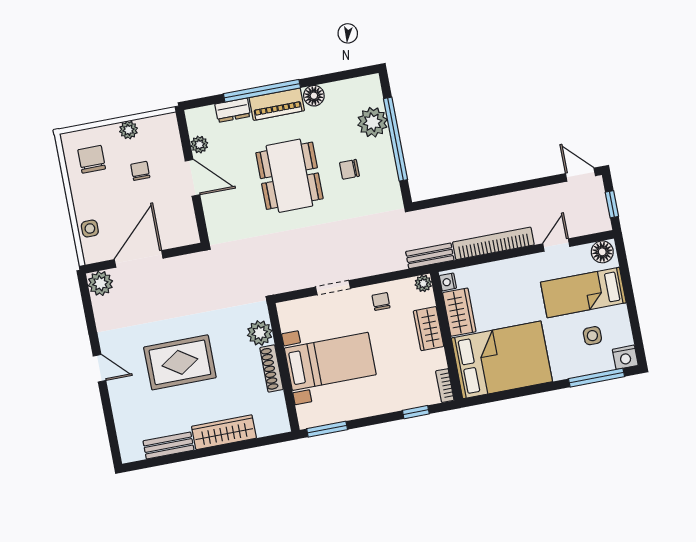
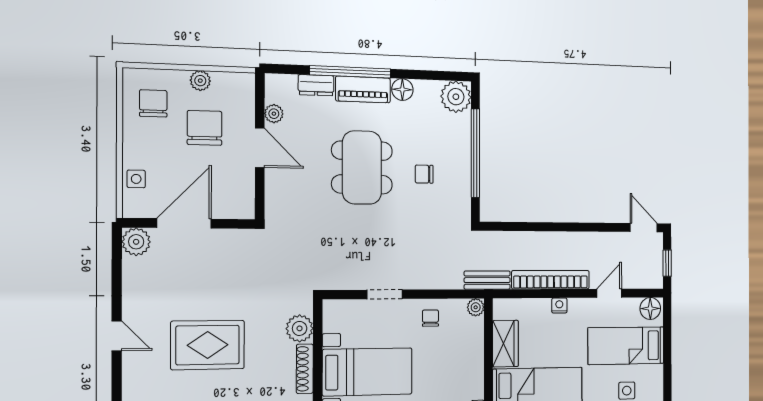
plant: (373, 122) -> (456, 97), moved
chair: (140, 171) -> (205, 128), width x1.87, depth x1.87
nightstand: (448, 282) -> (559, 306), moved, turned 90
wardrobe: (429, 329) -> (472, 355), removed

